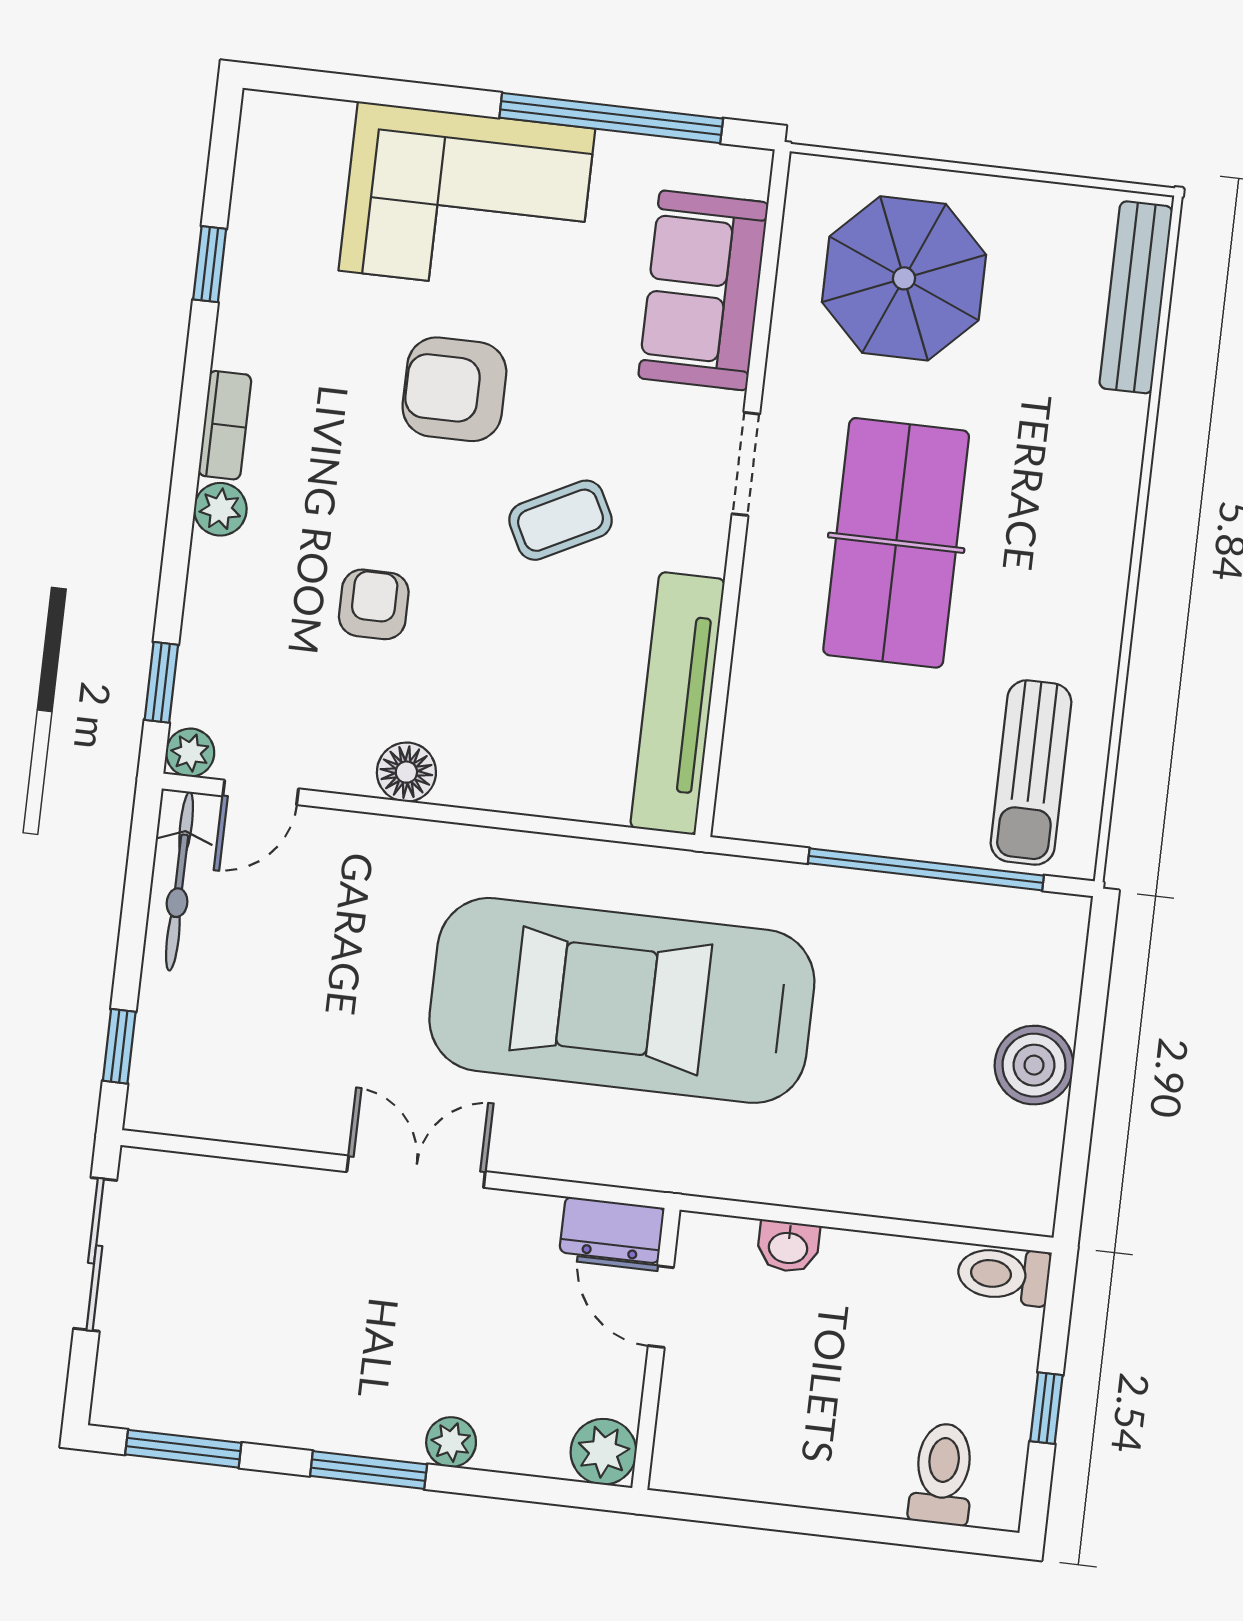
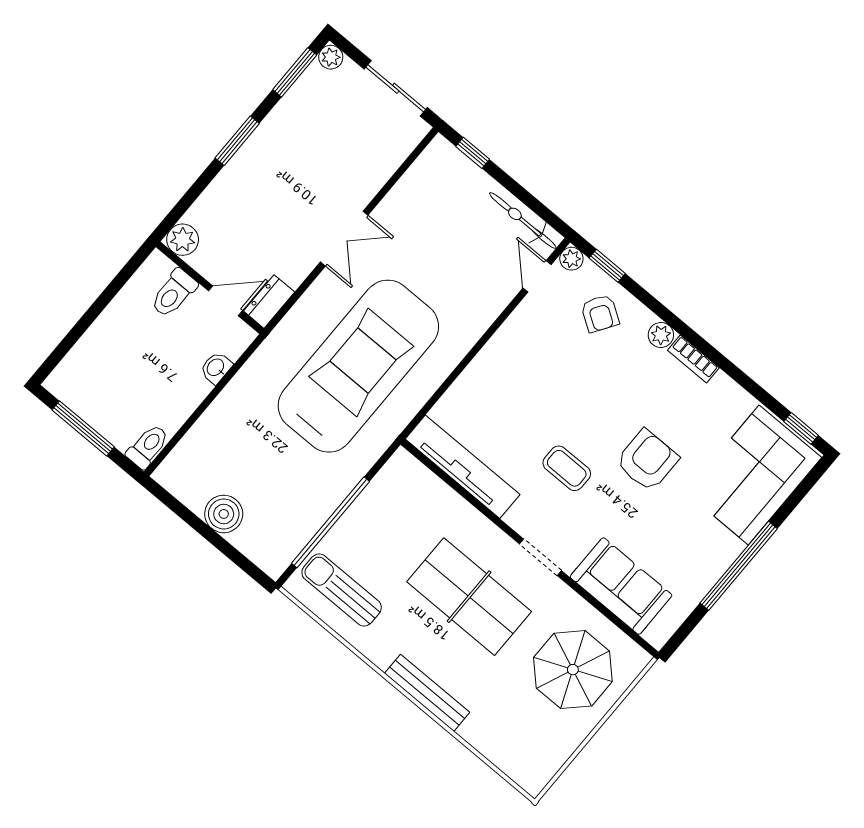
window: (611, 118) -> (739, 566), moved
corner sofa: (467, 200) -> (754, 475), moved
window: (210, 264) -> (801, 428), moved
bench: (1136, 297) -> (427, 693), moved
coffee table: (561, 520) -> (567, 468), turned -63
armchair: (374, 604) -> (600, 313), moved, turned 33
floor lamp: (406, 772) -> (507, 340), removed
window: (1046, 1408) -> (83, 428), width x2.17
plant: (451, 1442) -> (331, 57), moved
toilet: (943, 1474) -> (174, 293), moved, turned 90

